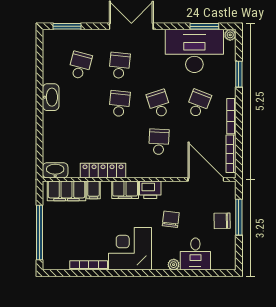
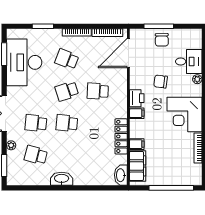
plant: (230, 35) -> (11, 145), moved
filing cabinet: (125, 190) -> (137, 113), width x0.50

